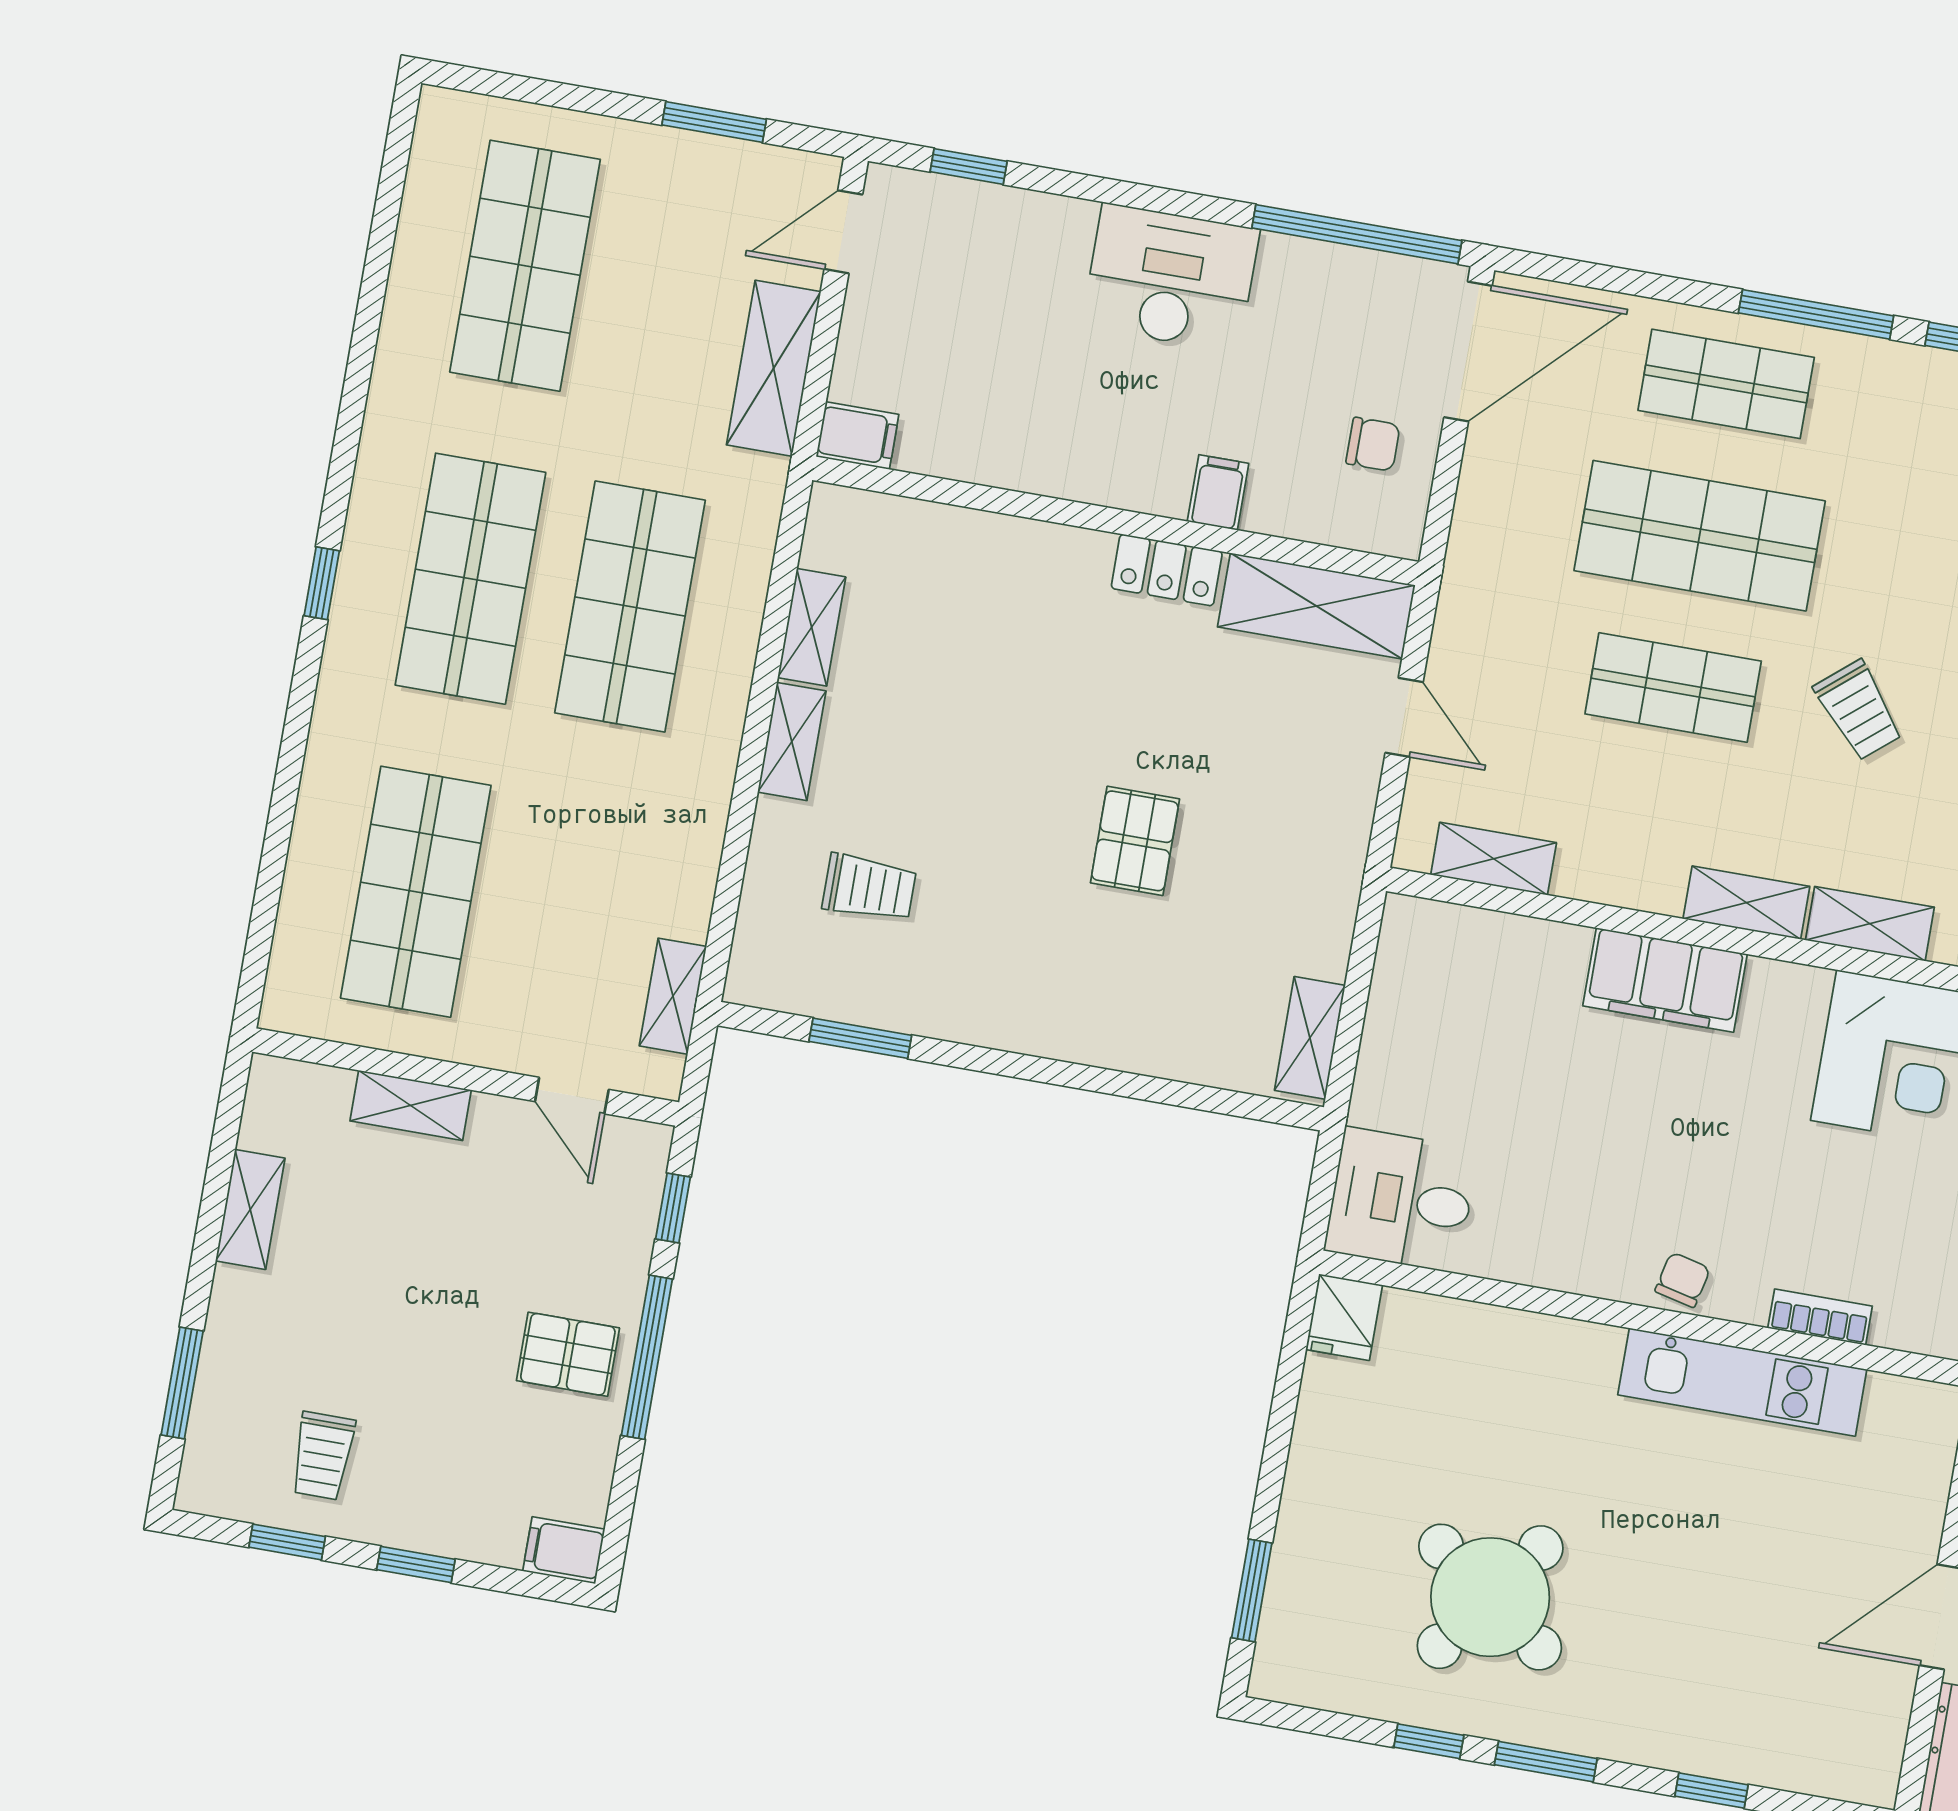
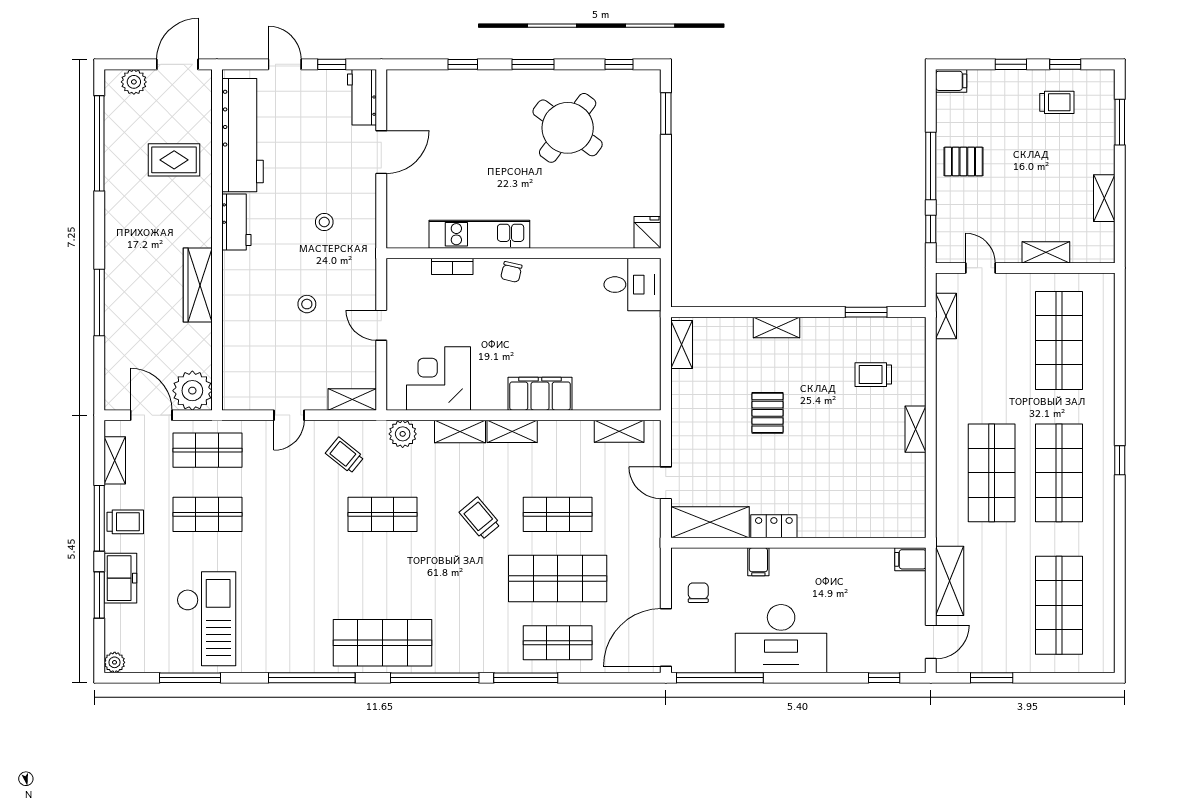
desk: (1171, 278) -> (781, 639), width x1.36, depth x1.30
chair: (1373, 444) -> (698, 593), turned 90
shelving: (812, 627) -> (777, 327), moved, turned 90
trolley: (323, 1456) -> (1057, 102), turned 90
window: (1429, 1741) -> (619, 64), moved

